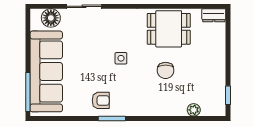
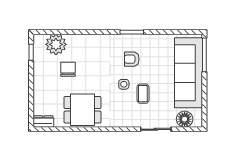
coffee table: (99, 47) -> (143, 94), added
chair: (166, 70) -> (68, 69), moved
armchair: (101, 100) -> (132, 59), moved
plant: (194, 110) -> (56, 44), width x1.87, depth x1.87

